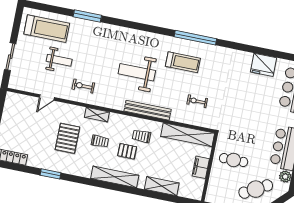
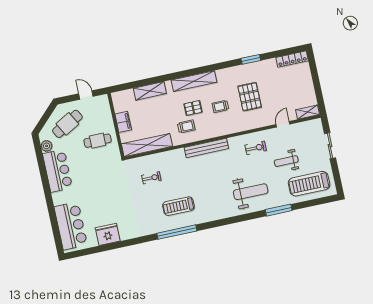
weight bench: (137, 72) -> (251, 192), moved
bench: (148, 110) -> (206, 148), moved
shelving: (97, 115) -> (307, 112), moved

